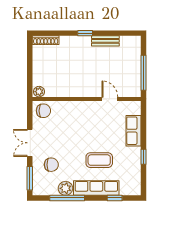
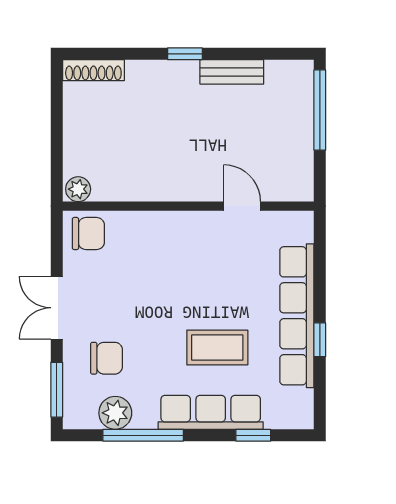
window: (143, 73) -> (320, 110), moved
row of seats: (134, 131) -> (297, 316), width x2.02
plant: (65, 188) -> (115, 413), moved

